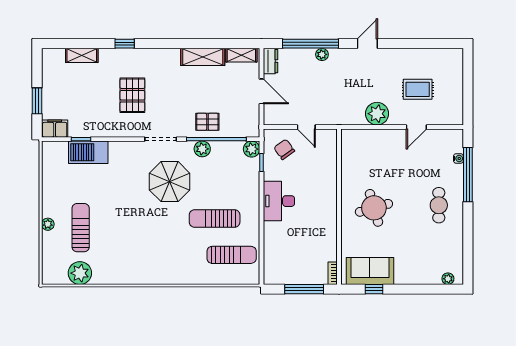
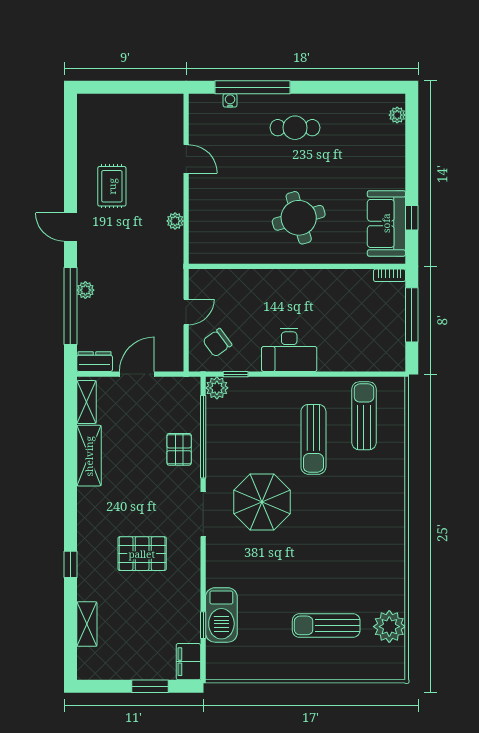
rug: (418, 89) -> (112, 186), moved
plant: (377, 114) -> (175, 221), width x0.53, depth x0.53
plant: (202, 149) -> (217, 456), removed
plant: (48, 224) -> (321, 671), removed

